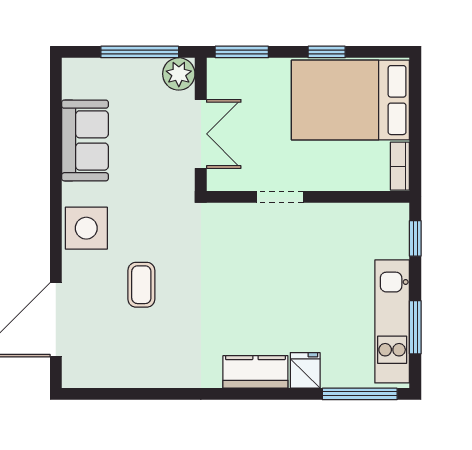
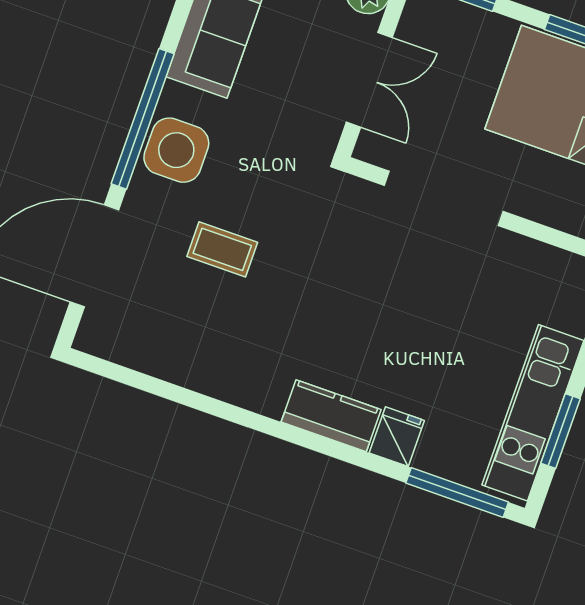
doorway: (280, 197) -> (444, 198), width x1.88
window: (56, 215) -> (143, 119), added
coffee table: (141, 285) -> (222, 249), turned 90

